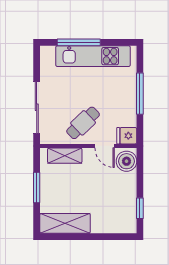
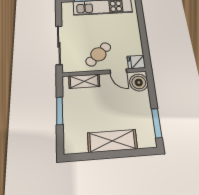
window: (140, 94) -> (143, 30), removed
window: (140, 208) -> (157, 123), width x1.50
shelving: (65, 223) -> (112, 141), moved

